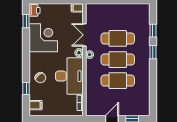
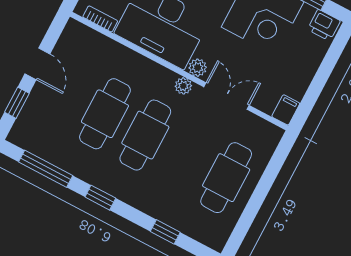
cafe table: (118, 38) -> (226, 178), moved
window: (153, 52) -> (100, 198), moved
window: (153, 93) -> (46, 169), added

